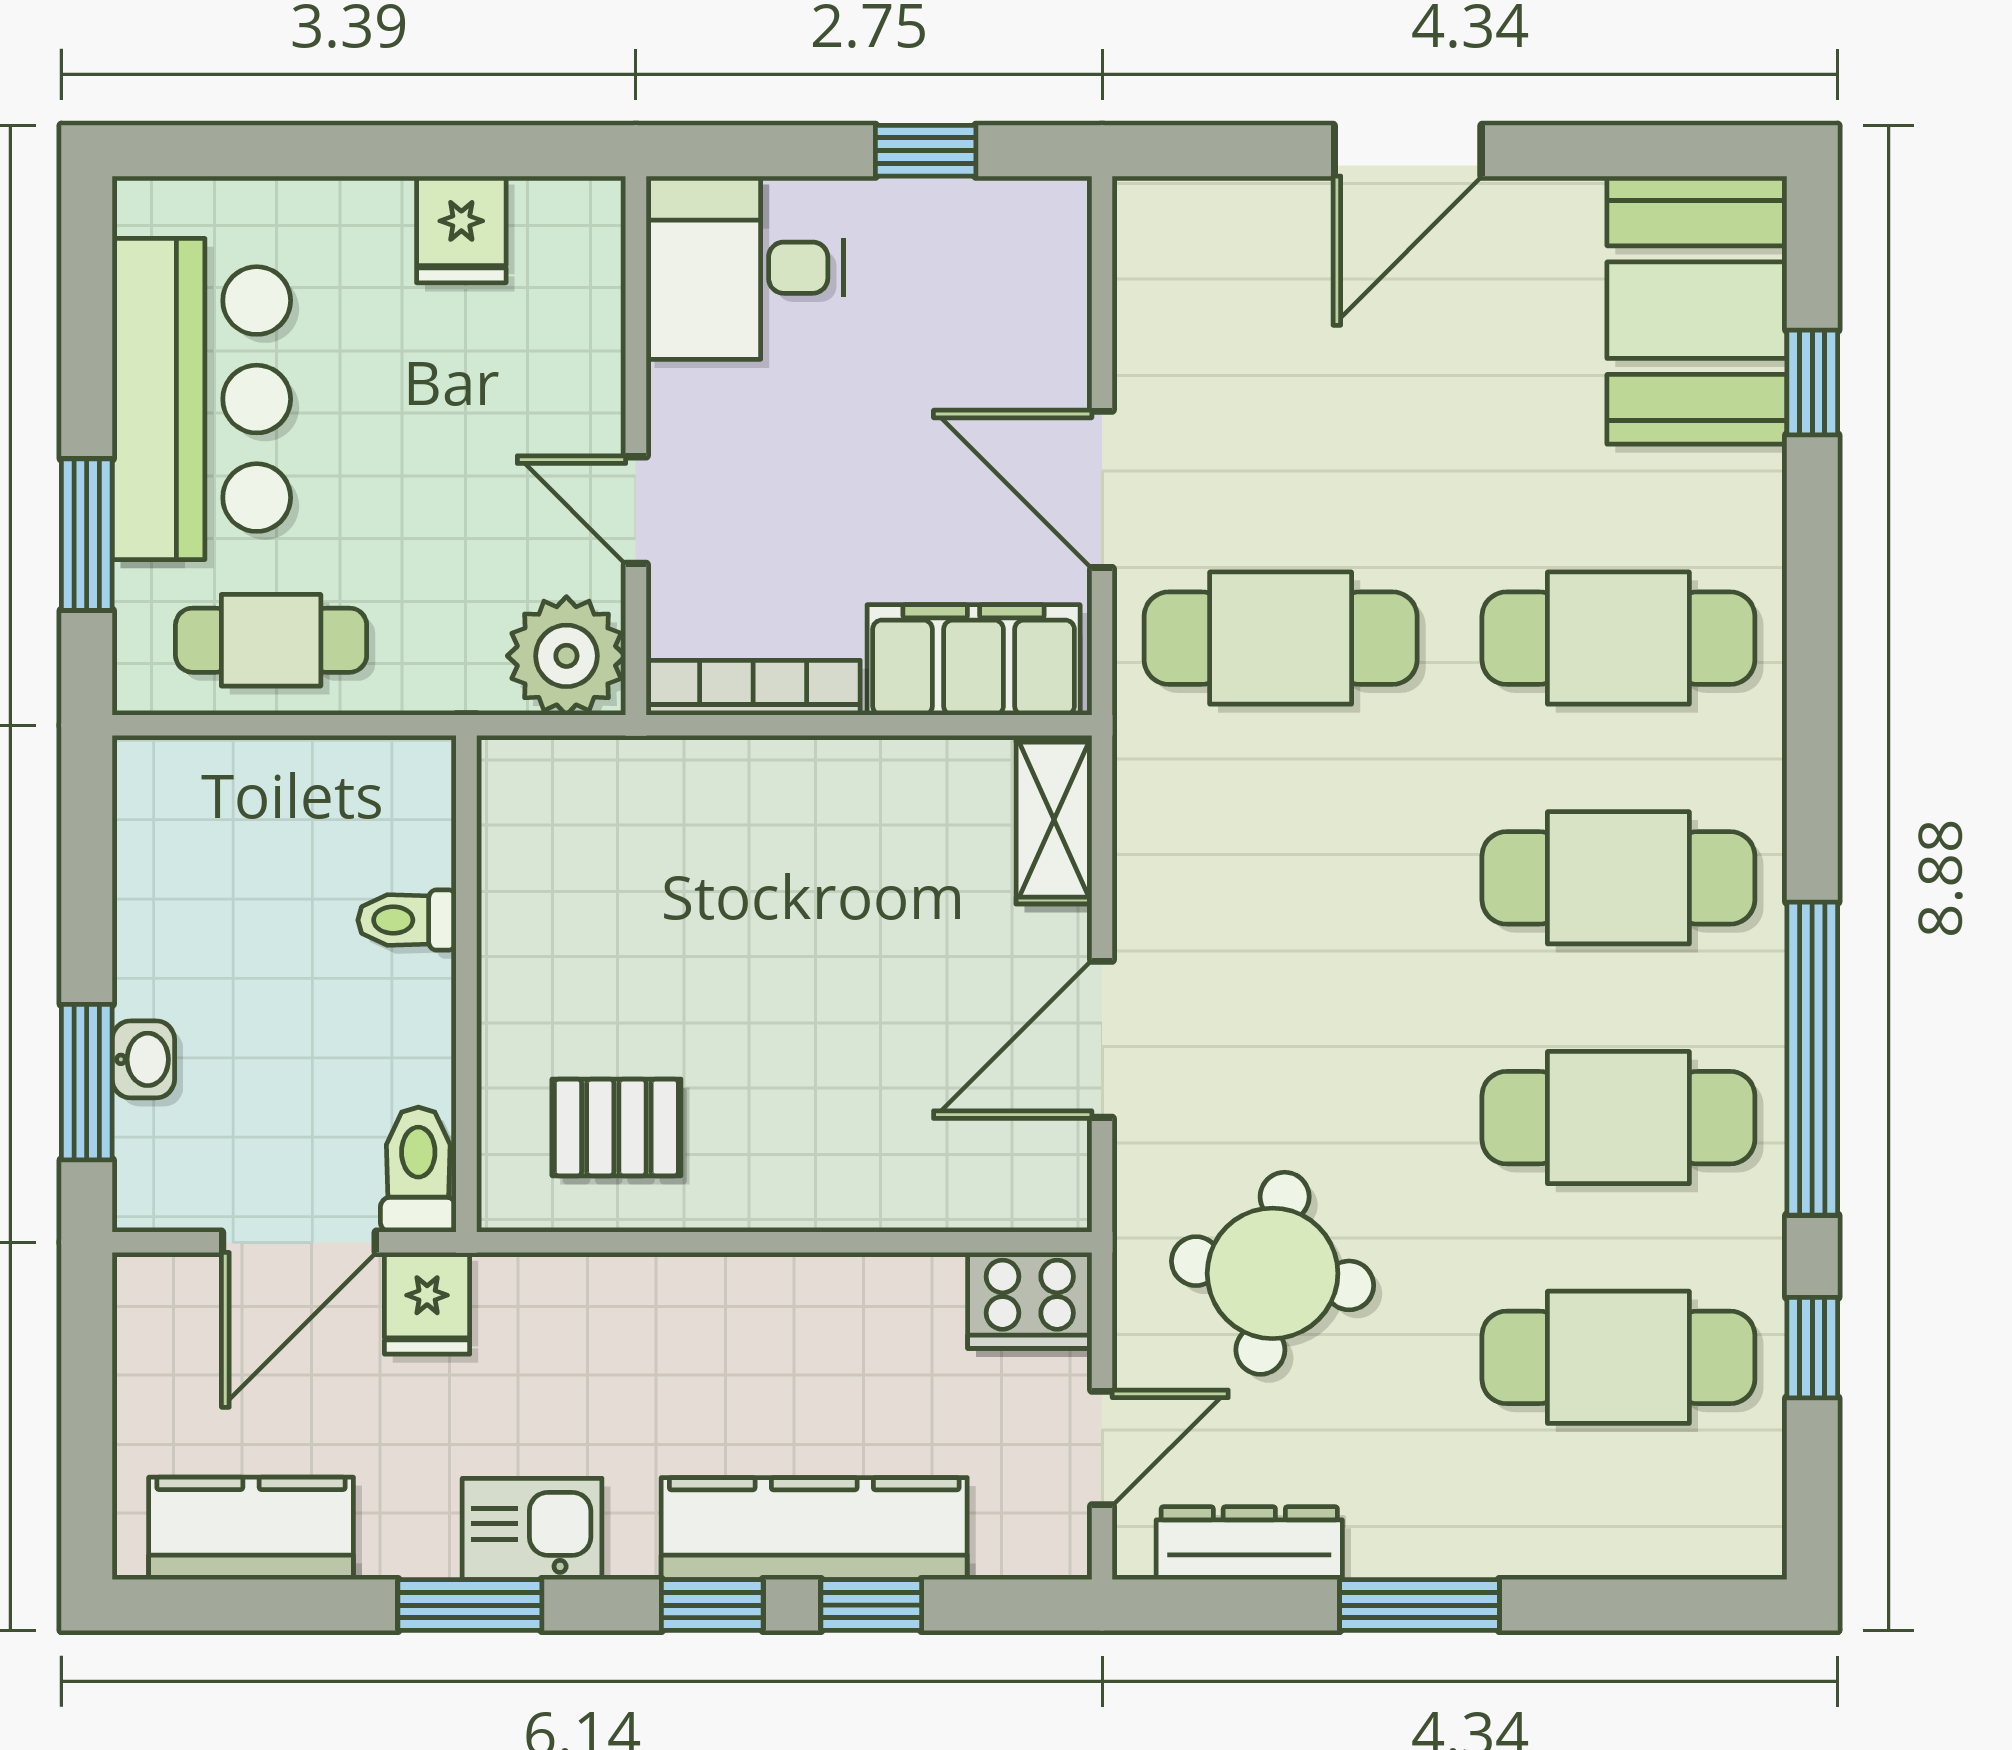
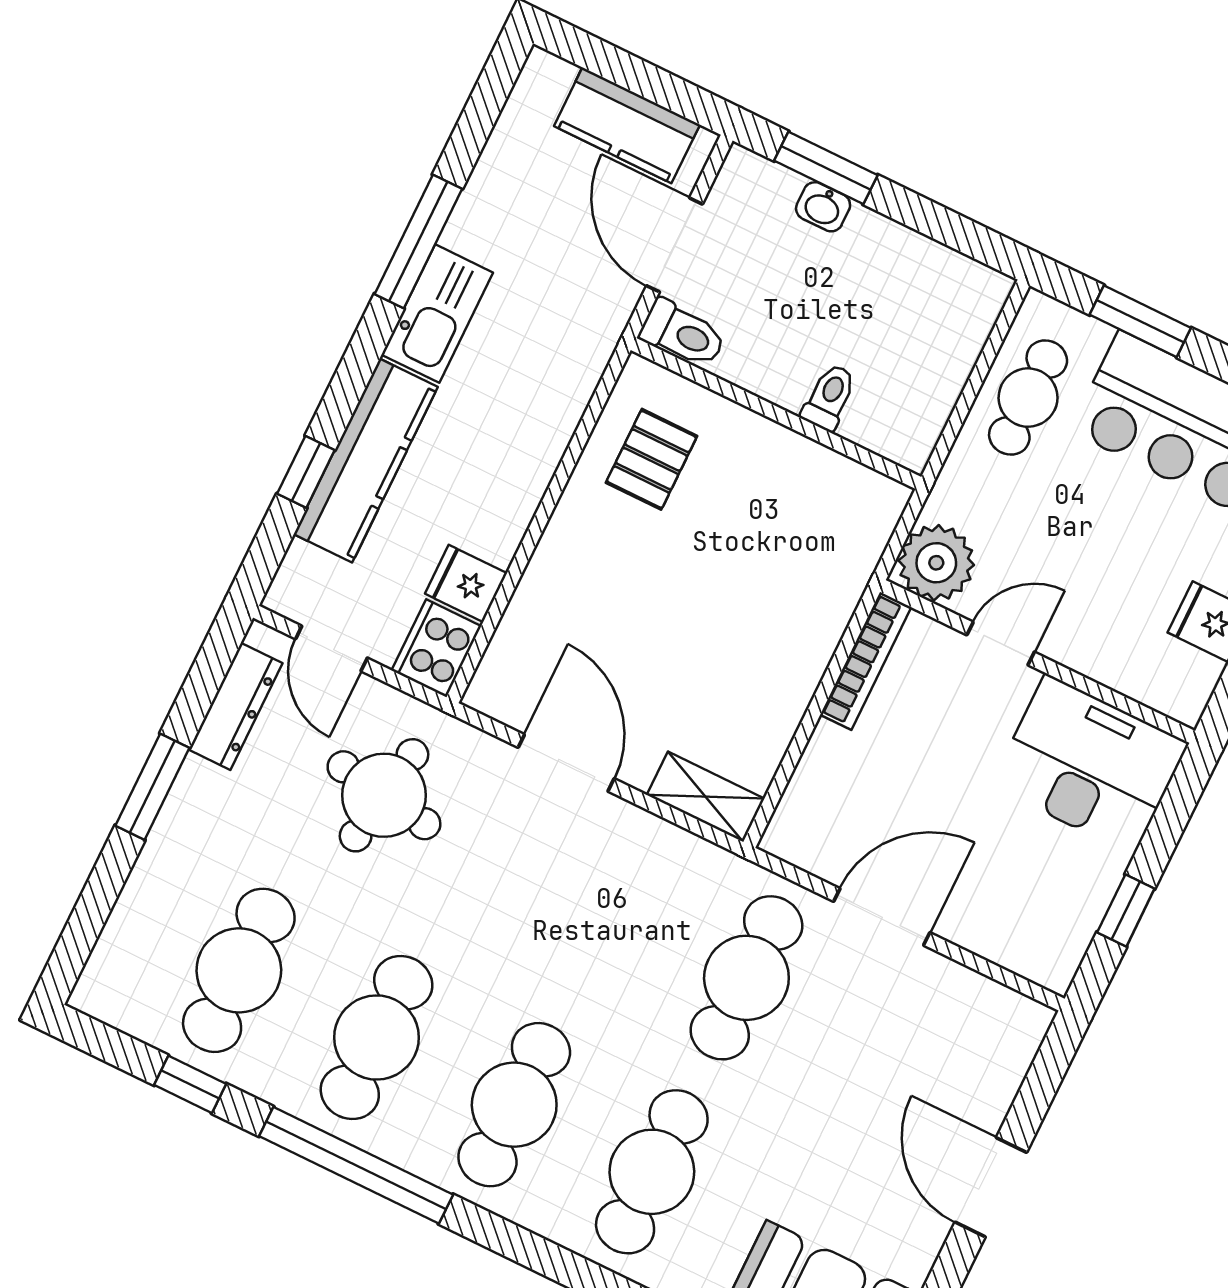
desk: (745, 268) -> (1090, 764), width x1.37
filing cabinet: (974, 660) -> (820, 795), removed
fridge: (427, 1303) -> (466, 583), moved
kitchen counter: (251, 1528) -> (627, 125), moved, turned 90
kitchen sink: (532, 1529) -> (437, 314), width x1.38
window: (470, 1605) -> (418, 241), width x1.44
window: (712, 1605) -> (350, 381), removed

